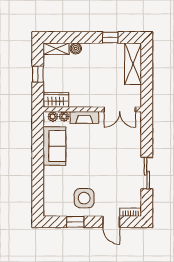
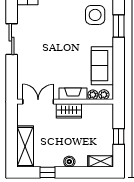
boiler: (76, 48) -> (69, 162), moved
wardrobe: (56, 100) -> (69, 111), moved
window: (38, 187) -> (119, 26), added
side table: (84, 198) -> (95, 15), moved

